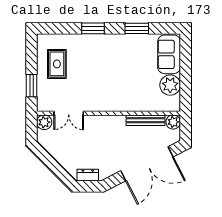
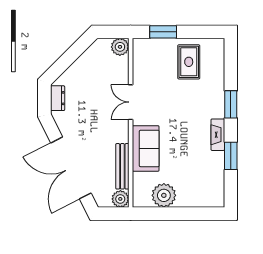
fireplace: (119, 39) -> (218, 135), added
sofa: (169, 54) -> (146, 148), moved, turned 90
rug: (57, 64) -> (189, 62), turned 90
double door: (69, 113) -> (131, 102), moved

